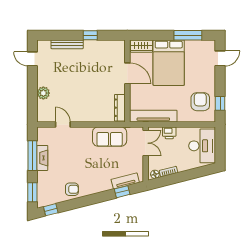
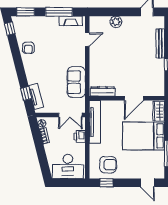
fireplace: (42, 158) -> (71, 21), moved

